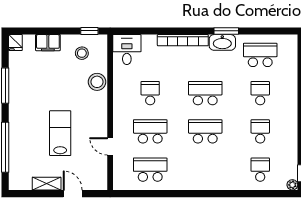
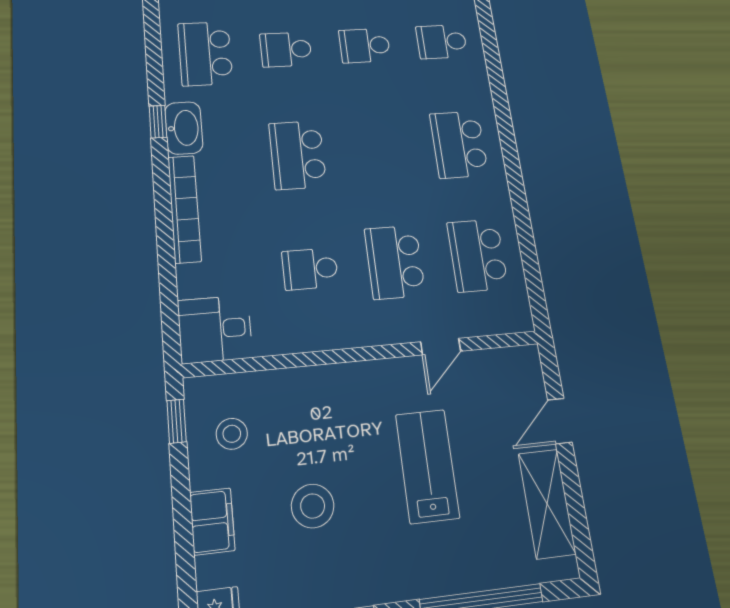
window: (226, 31) -> (158, 122), width x0.67
stool: (97, 82) -> (313, 506), moved
school desk: (205, 131) -> (459, 144), moved
lab bench: (60, 133) -> (427, 466), turned 90
shelving: (47, 184) -> (547, 503), width x1.50, depth x1.33

